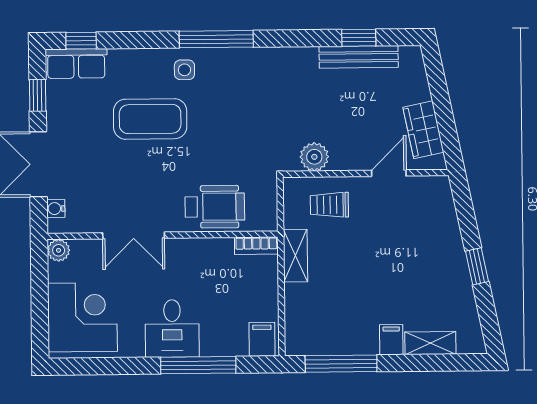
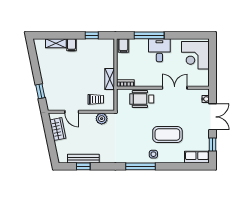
window: (81, 41) -> (195, 166), removed
door: (389, 173) -> (72, 112), hinge flipped
plant: (59, 250) -> (205, 82), removed
window: (477, 266) -> (40, 91), moved
window: (341, 364) -> (92, 35), width x0.46

